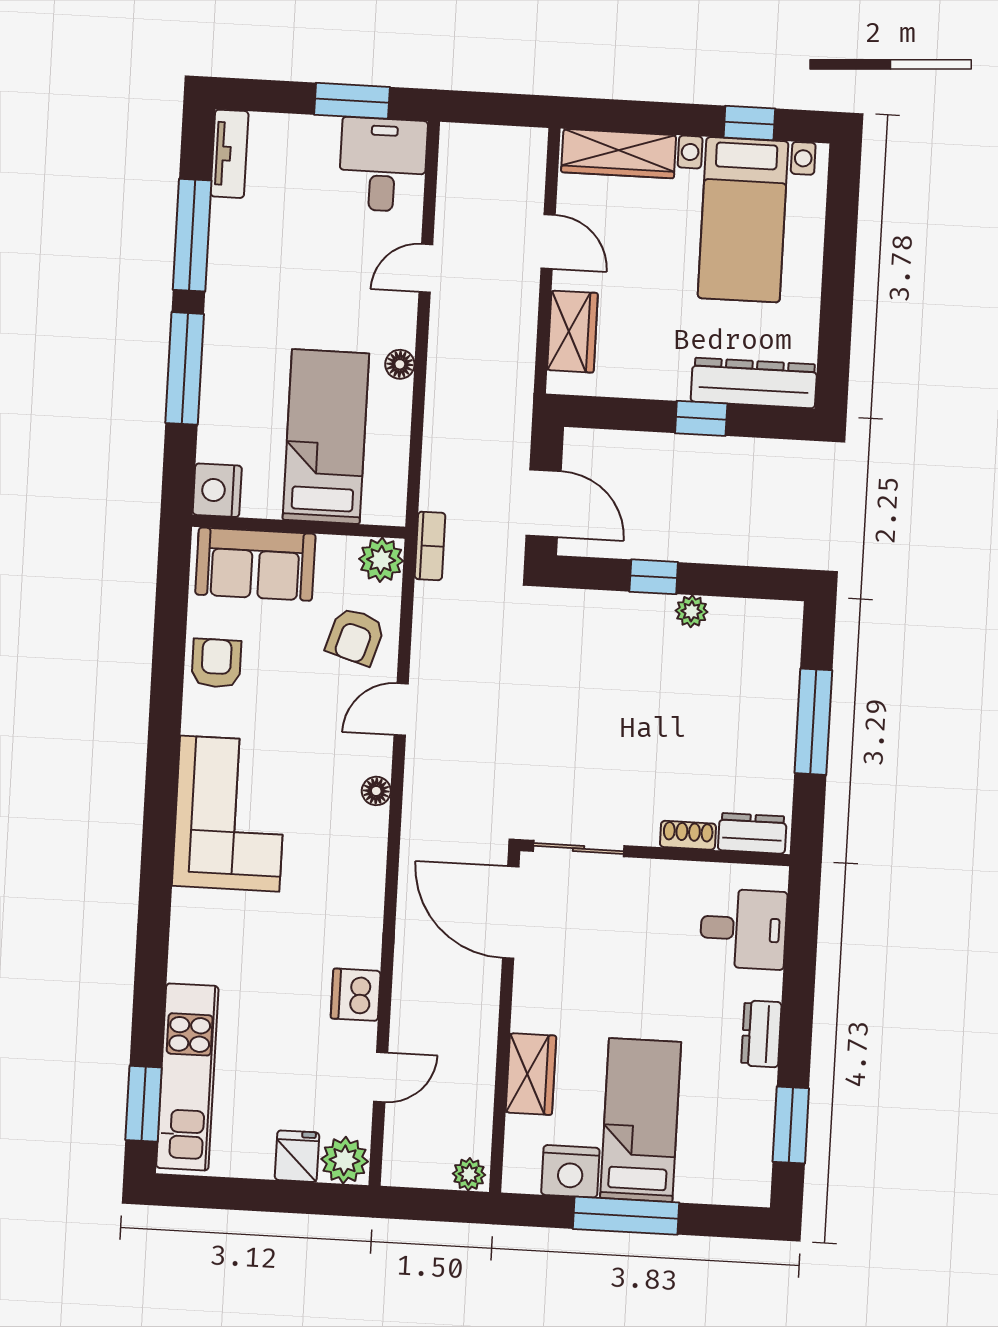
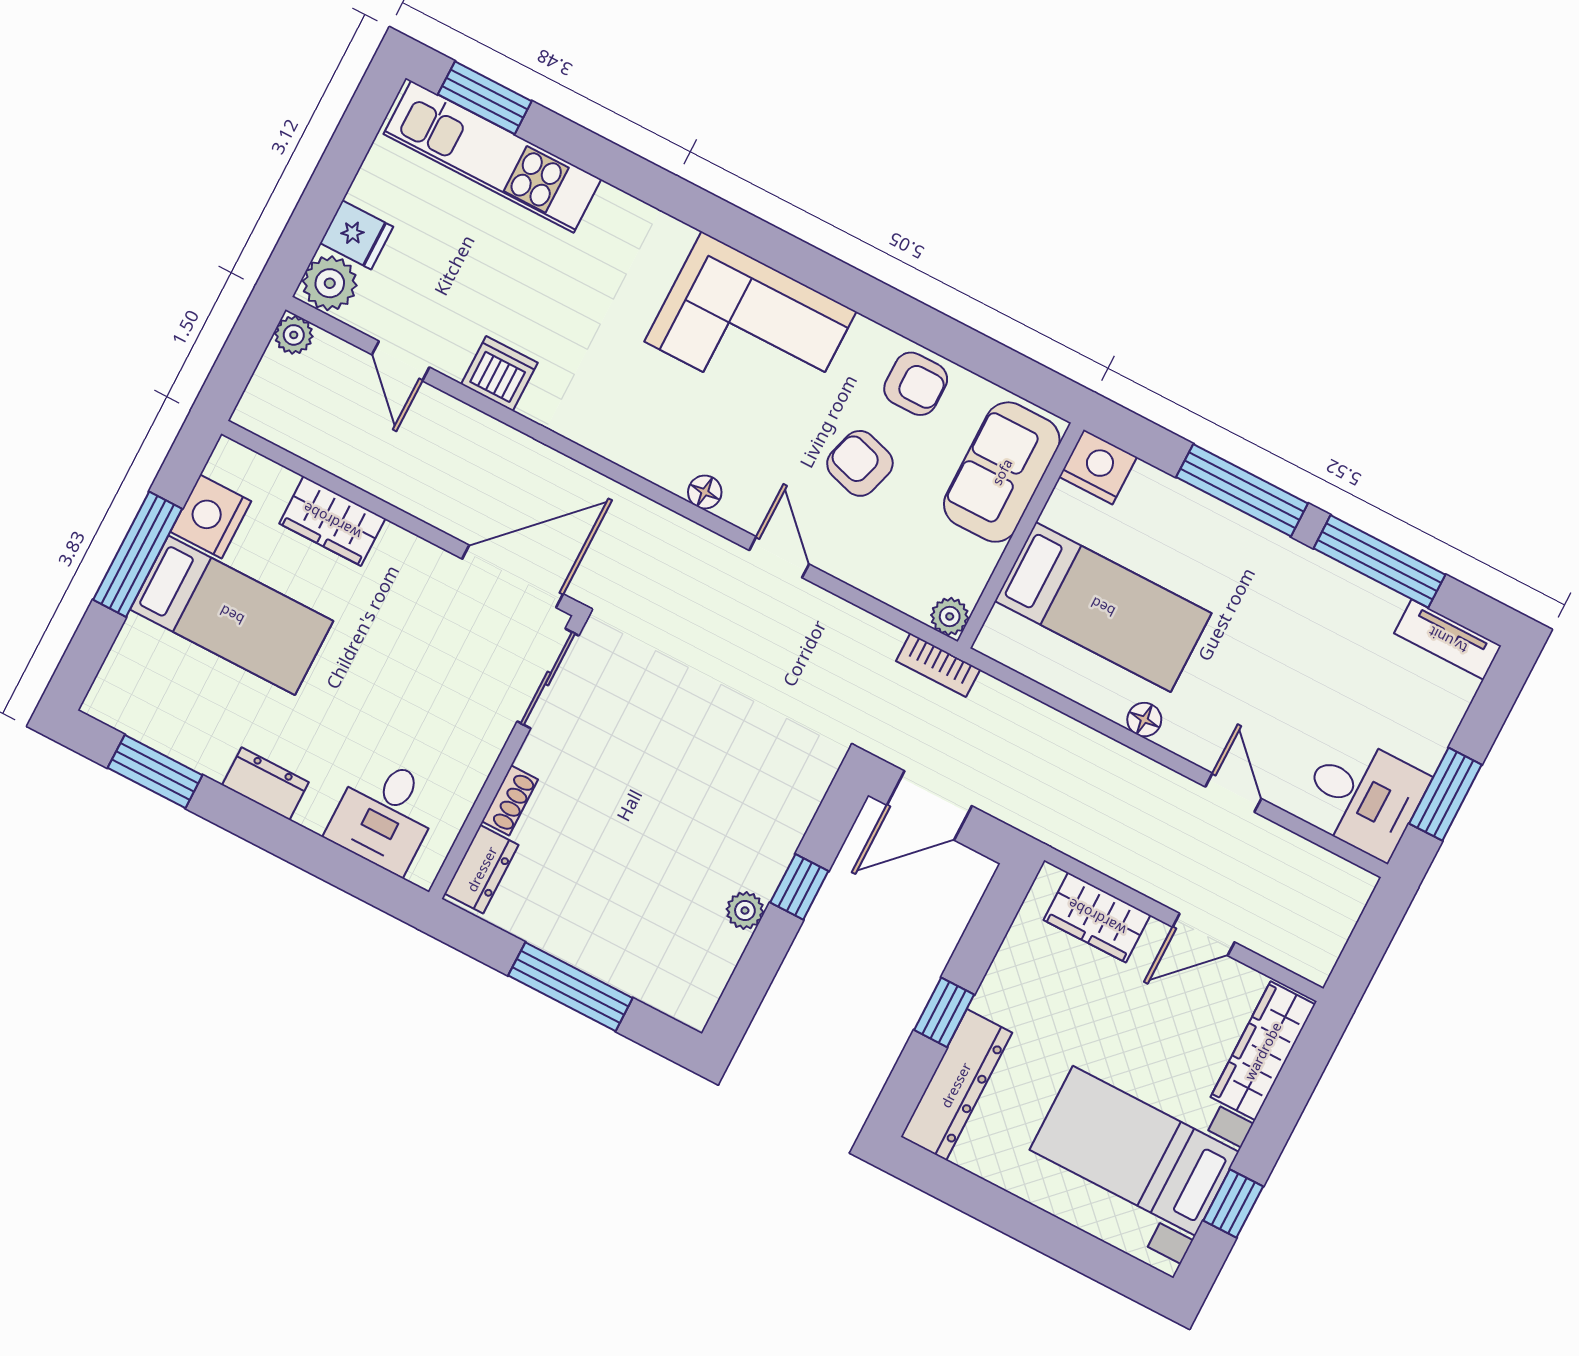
plant: (381, 560) -> (950, 616), width x0.73, depth x0.73
armchair: (355, 636) -> (860, 463), moved
plant: (469, 1174) -> (294, 335), moved

